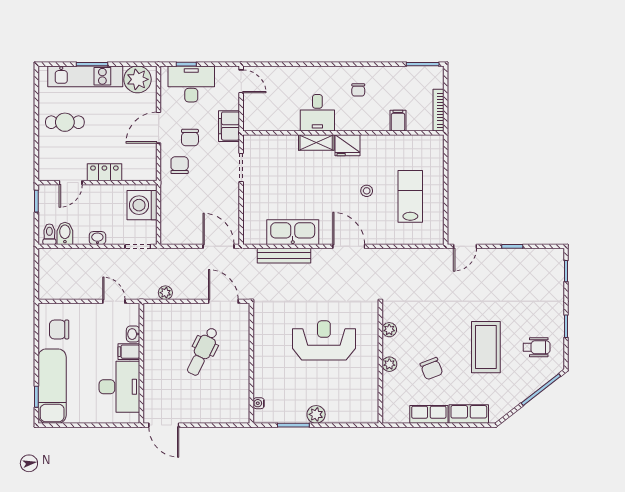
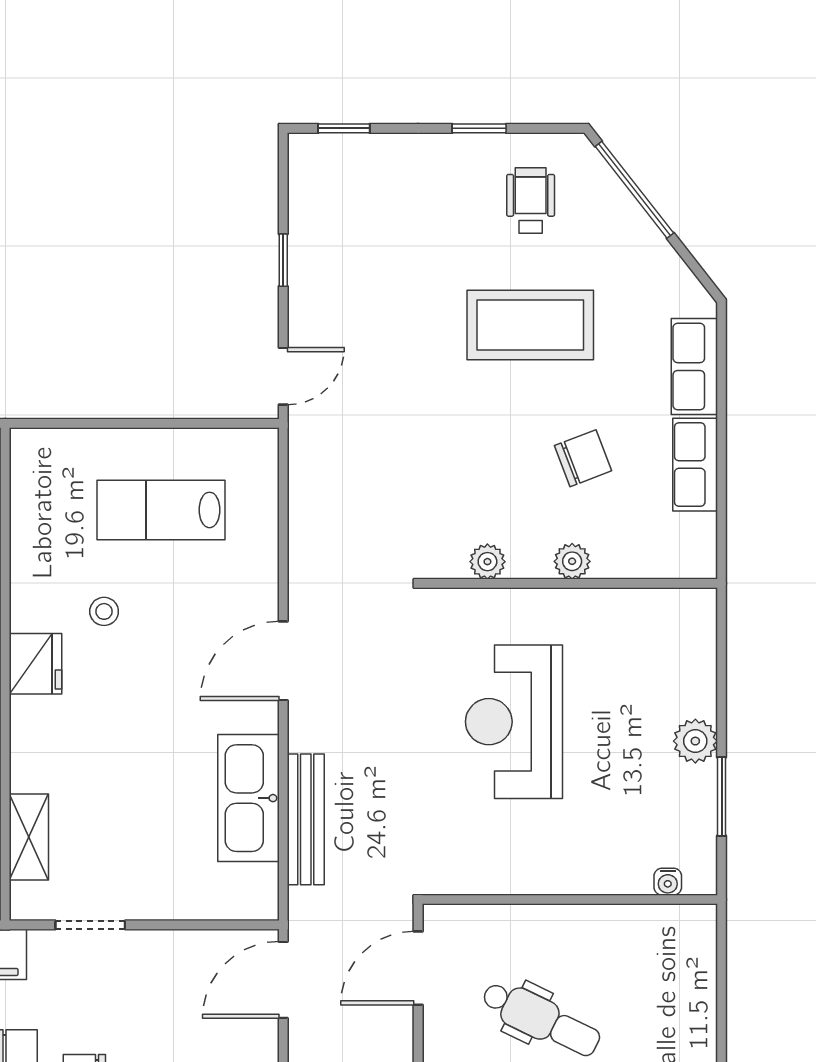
shelving: (316, 143) -> (29, 837), moved
stool: (367, 191) -> (104, 611), moved
door: (465, 246) -> (283, 376), hinge flipped

